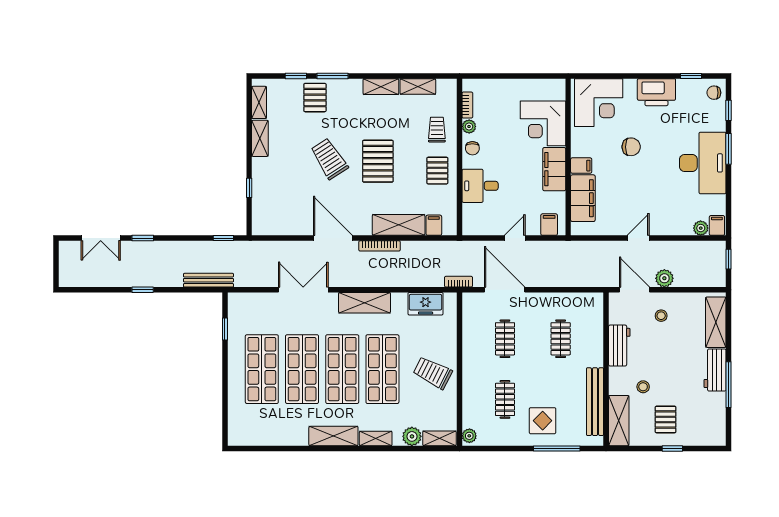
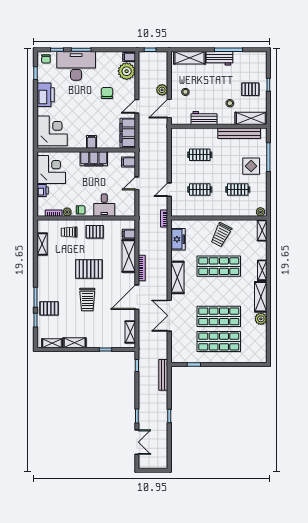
shelving: (381, 87) -> (130, 332), moved
printer: (503, 87) -> (43, 190), added
corner desk: (543, 123) -> (51, 169), moved, turned -90
chair: (631, 147) -> (107, 93), moved
trolley: (329, 159) -> (87, 299), turned -57
desk: (703, 163) -> (76, 66), moved
filing cabinet: (583, 198) -> (128, 133), moved, turned -90
plant: (701, 228) -> (127, 71), width x1.88, depth x1.88
door: (515, 238) -> (137, 183), hinge flipped
door: (638, 238) -> (137, 106), hinge flipped
door: (505, 290) -> (169, 190), width x0.53
shop shelf: (342, 369) -> (219, 291), removed
plant: (412, 436) -> (261, 319), moved

